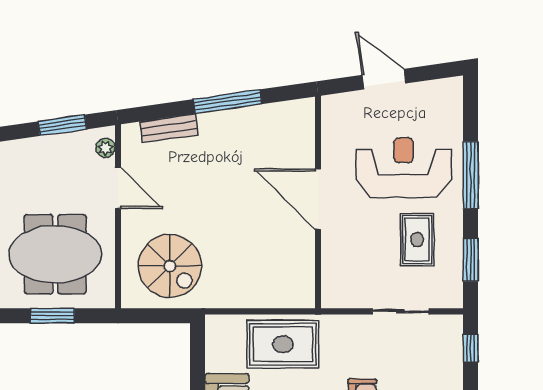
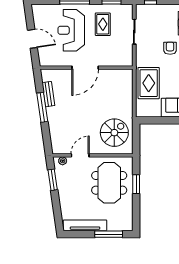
door: (384, 79) -> (32, 39), swing flipped
bench: (169, 128) -> (48, 94), moved
rug: (417, 240) -> (103, 24), turned 90

